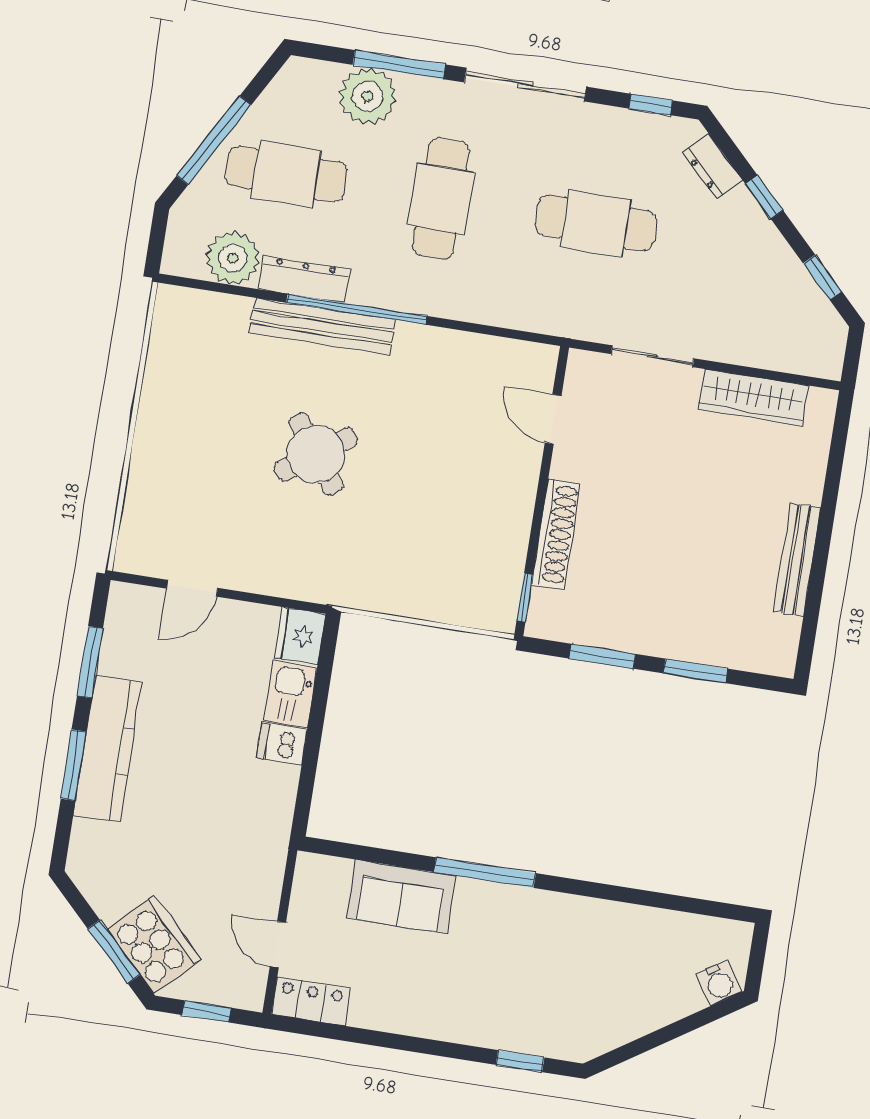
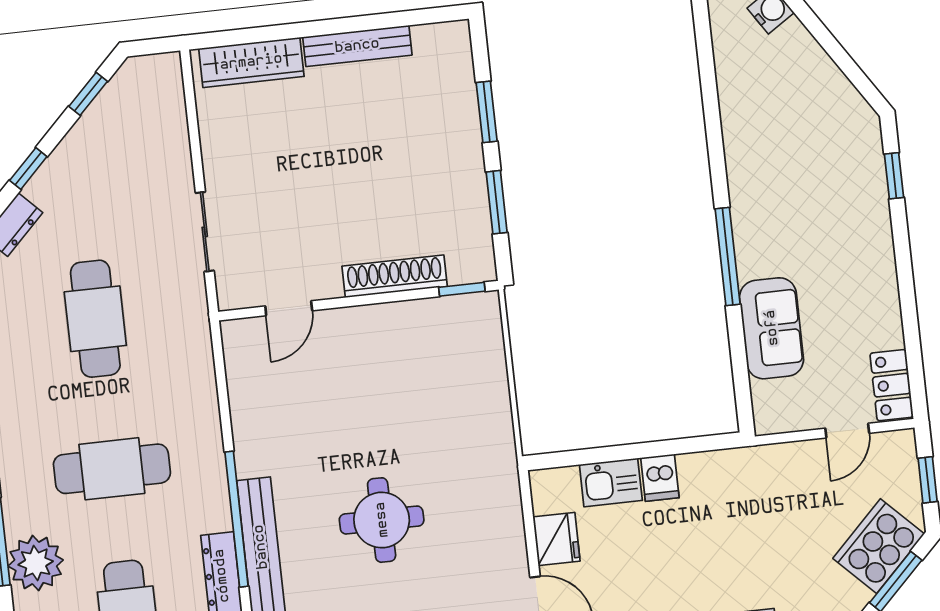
wardrobe: (753, 397) -> (251, 62), moved, turned 90
round table: (316, 454) -> (382, 520), turned 36
fridge: (300, 636) -> (556, 539), moved, turned -90

